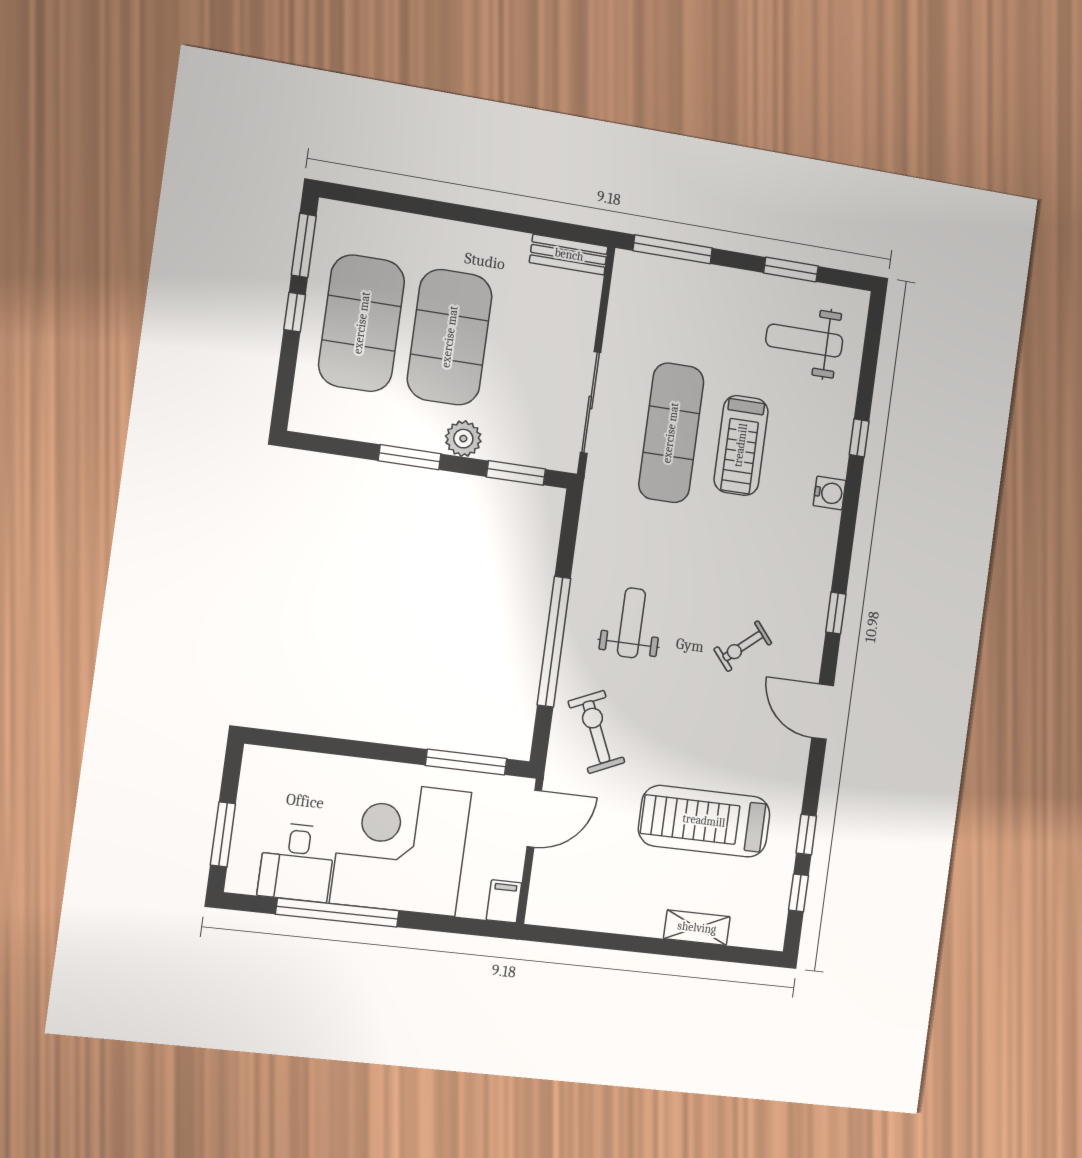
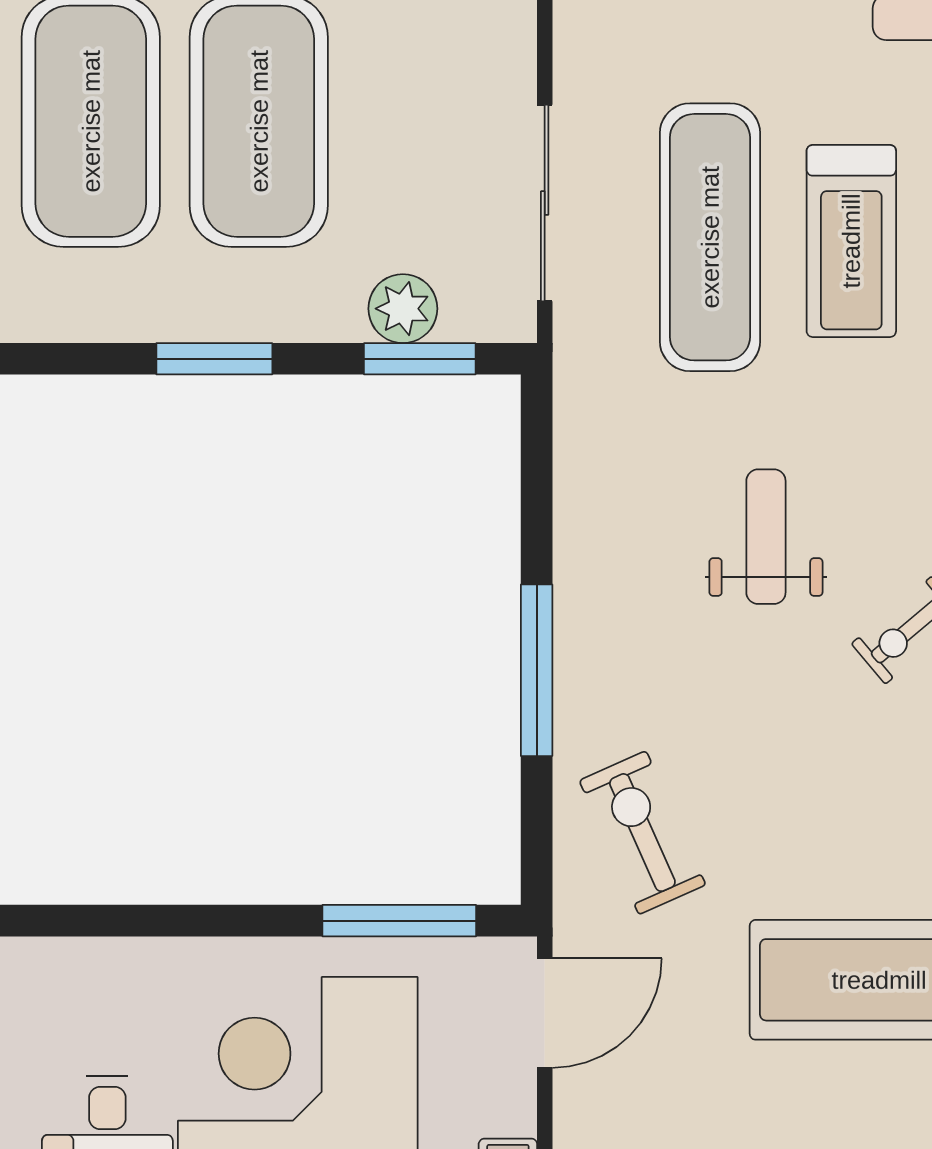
plant: (463, 439) -> (403, 309), moved
weight bench: (631, 623) -> (766, 537), moved
window: (554, 642) -> (537, 670), width x0.68

